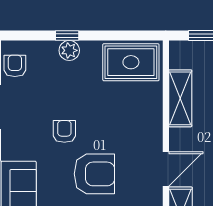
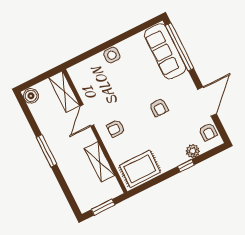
plant: (69, 50) -> (193, 151), moved
armchair: (94, 174) -> (116, 129), moved, width x0.53, depth x0.53

